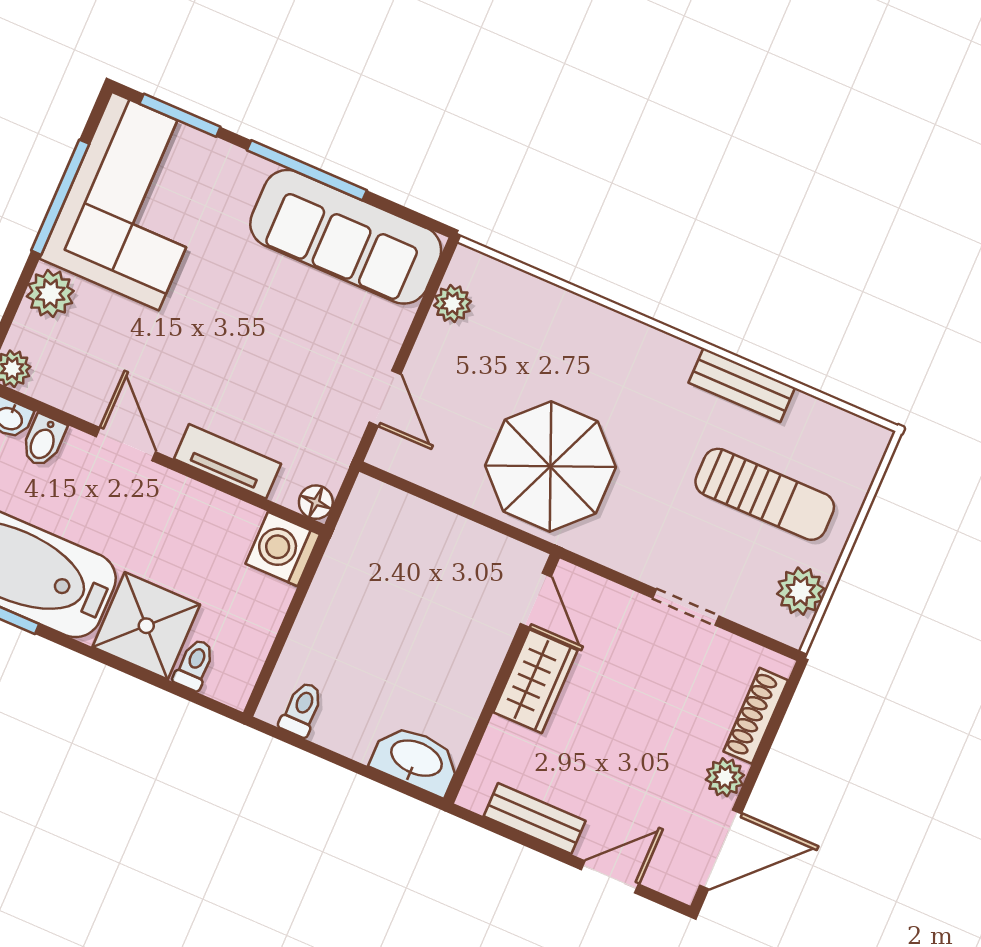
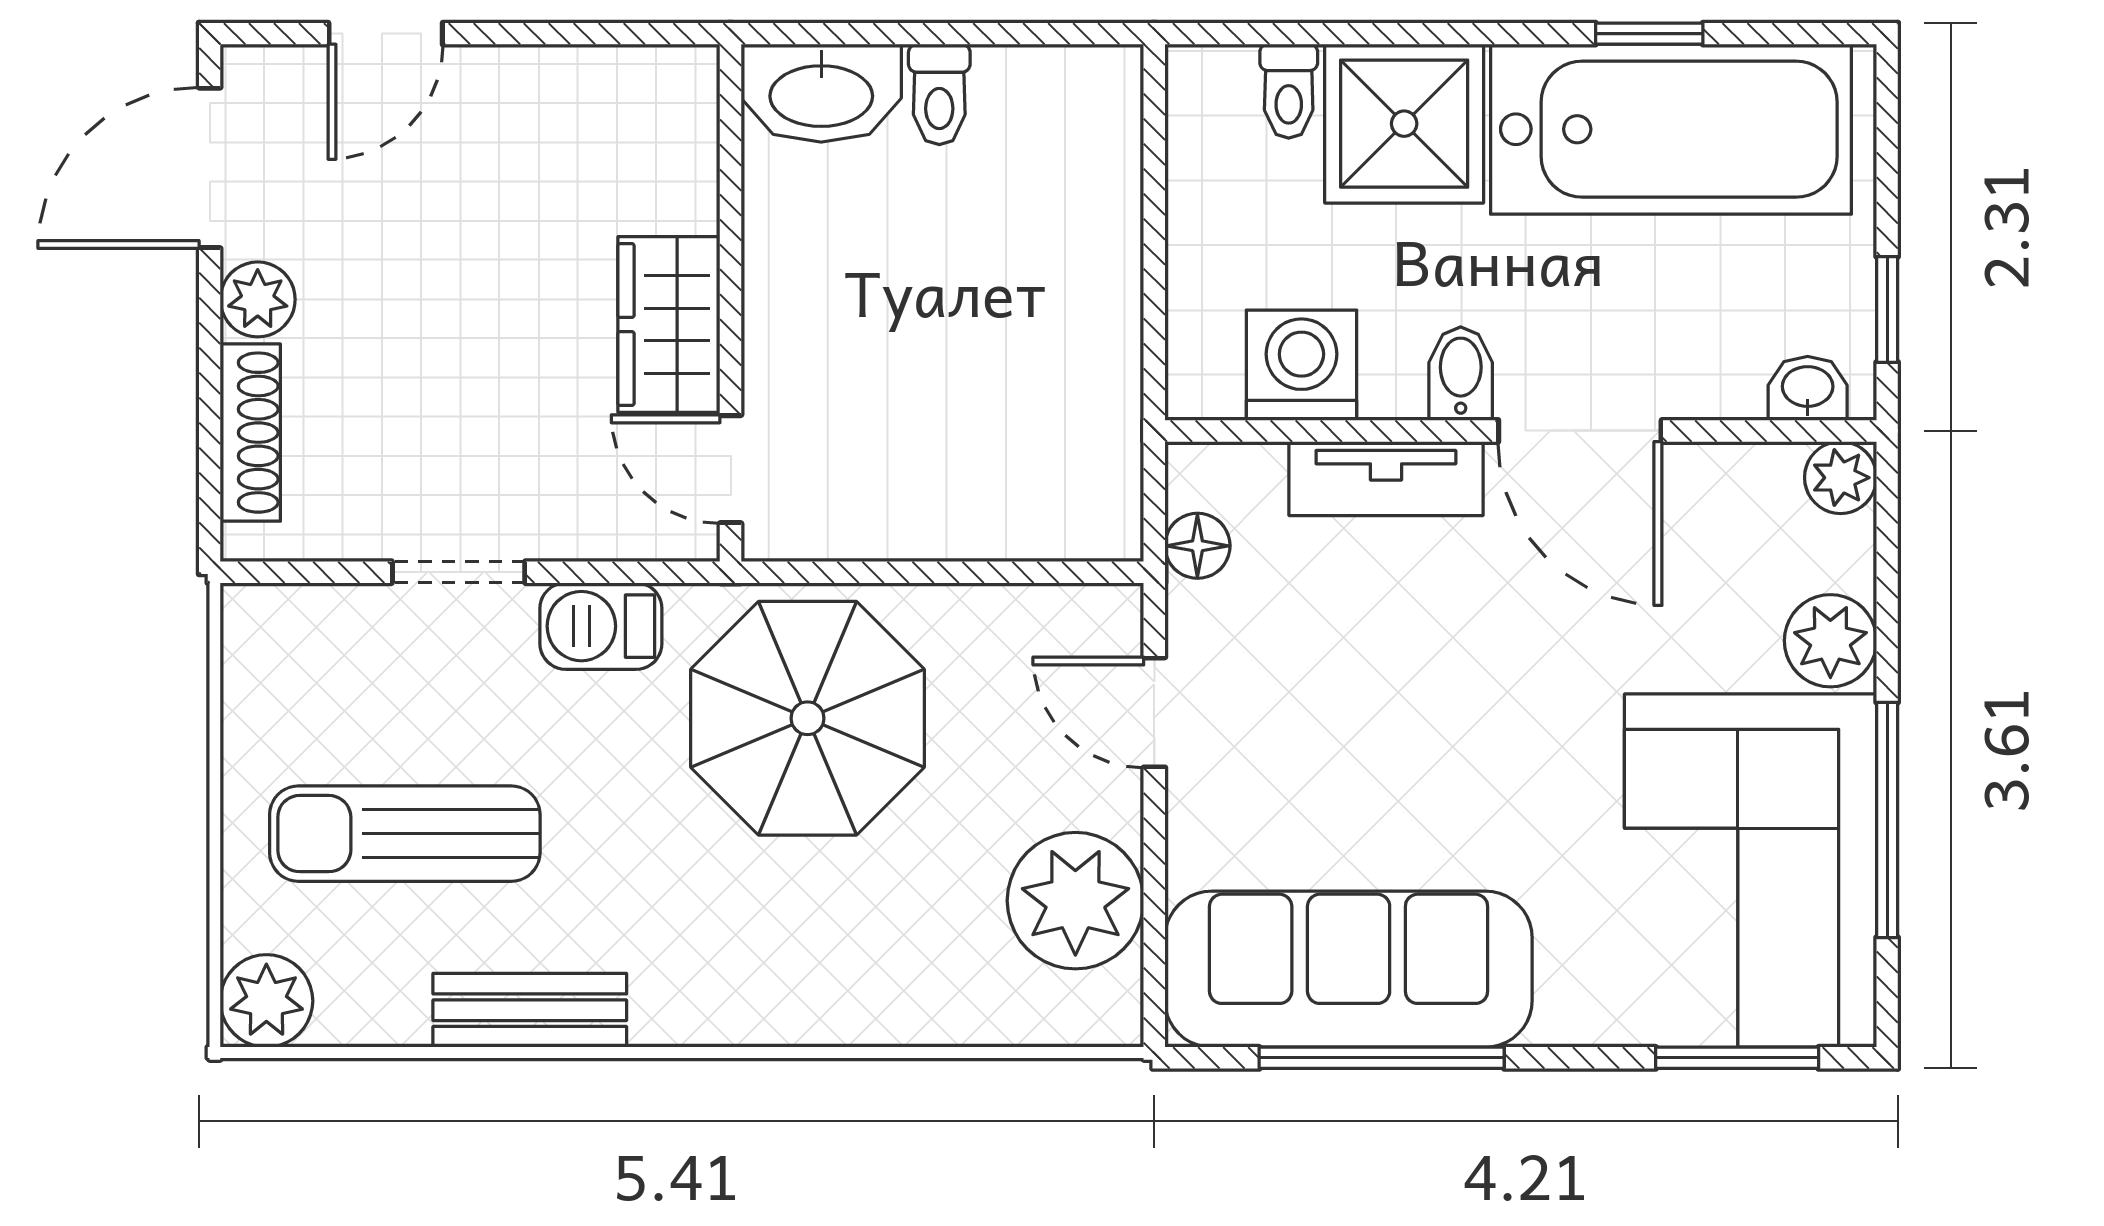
window: (307, 170) -> (1382, 1058), moved
plant: (452, 304) -> (1075, 901), width x1.88, depth x1.88
bidet: (44, 441) -> (1461, 374), moved
door: (126, 444) -> (1580, 431), width x1.37
floor lamp: (316, 502) -> (1197, 546), moved
washing machine: (283, 549) -> (1301, 365), moved, turned -90
barbecue: (629, 552) -> (601, 626), added
plant: (801, 591) -> (266, 1001), moved
toilet: (302, 709) -> (939, 94), moved
bench: (535, 819) -> (565, 80), removed

